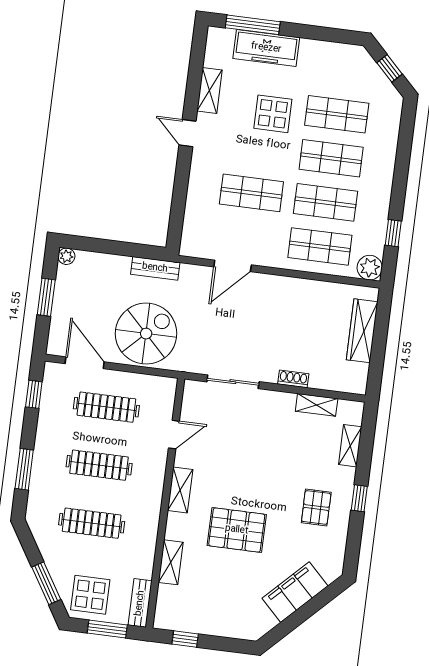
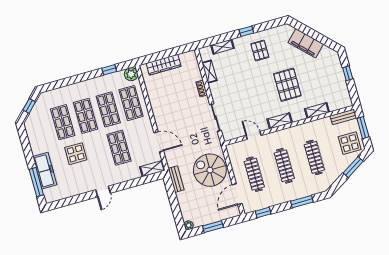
shelving: (209, 91) -> (152, 169), moved
pallet: (316, 507) -> (260, 50), turned 90
window: (185, 639) -> (348, 73), moved

